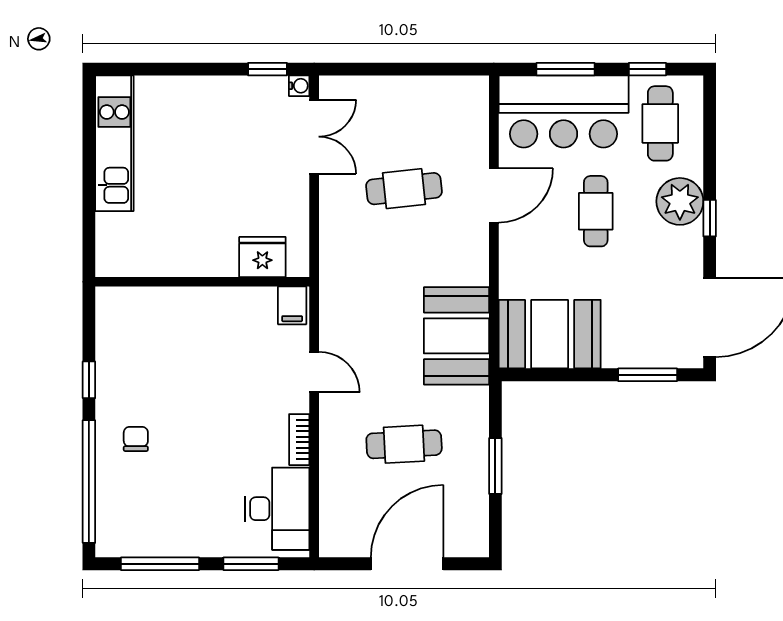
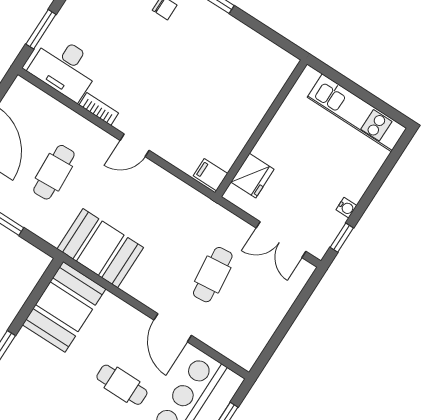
water cooler: (299, 86) -> (346, 208), moved, turned -90
fridge: (262, 257) -> (252, 176), moved
wall: (202, 282) -> (261, 128), moved
filing cabinet: (292, 305) -> (210, 175), moved

